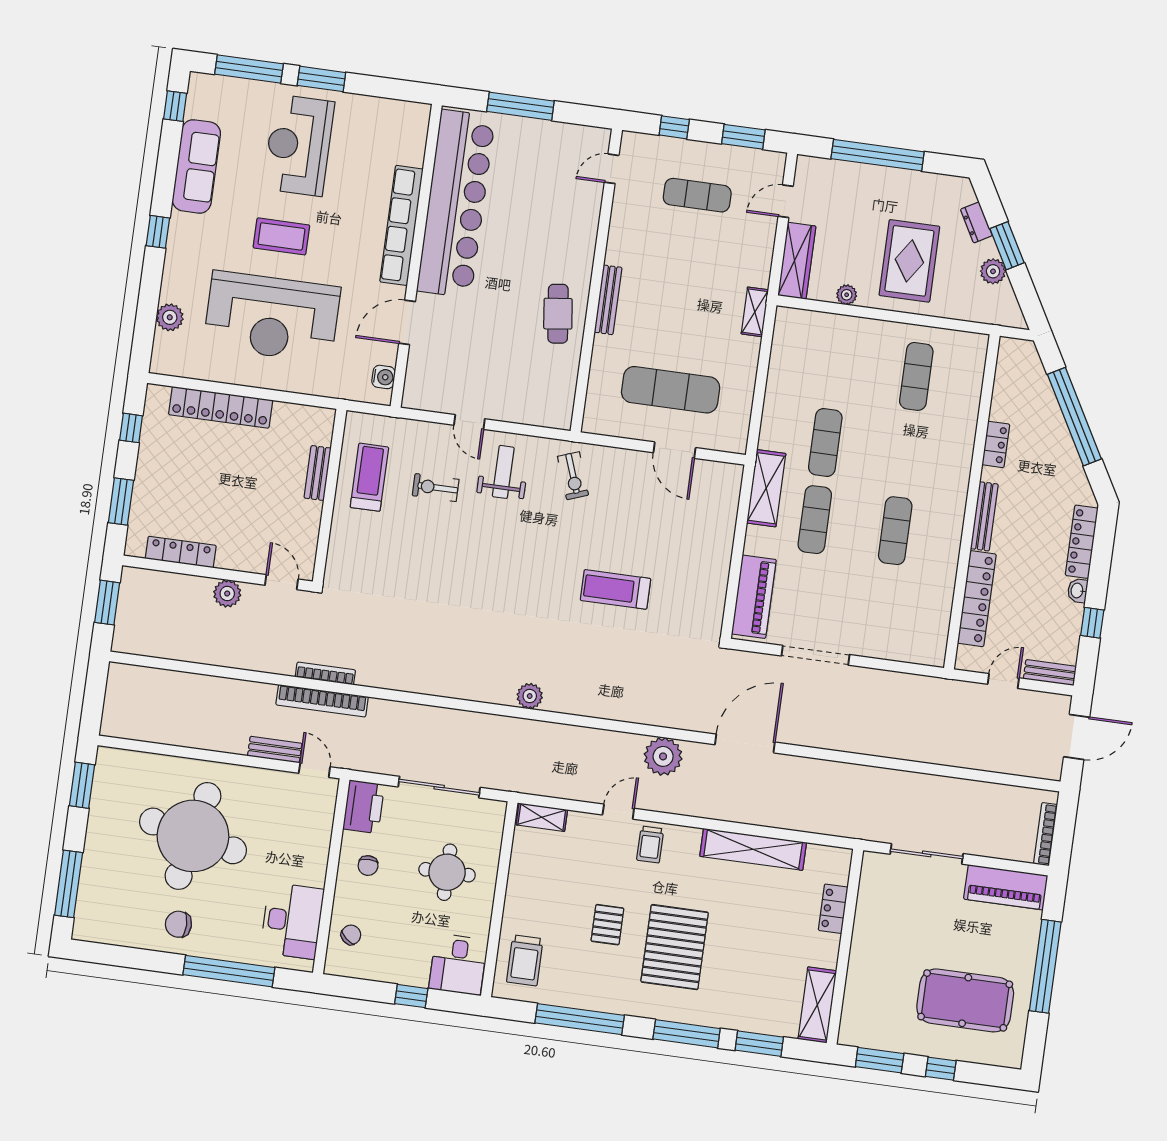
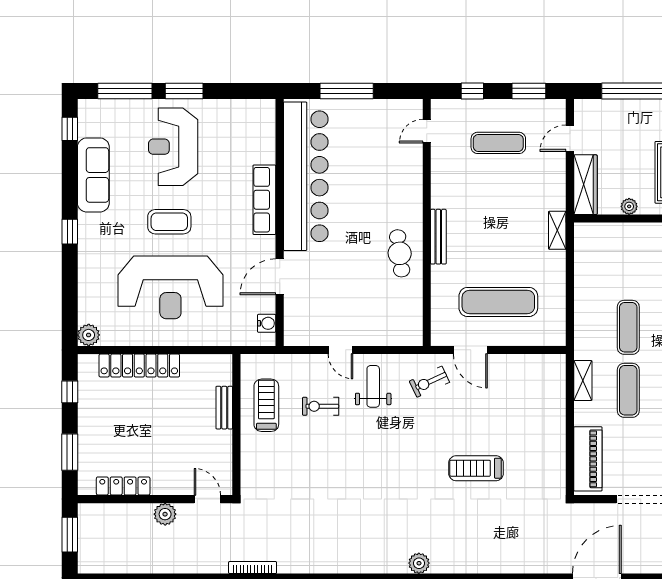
row of seats: (401, 225) -> (264, 200), width x0.73
plant: (170, 317) -> (89, 335), moved
door: (674, 450) -> (470, 350), moved
exercise bike: (573, 476) -> (429, 382), turned 85
shelving: (766, 488) -> (583, 380), width x0.67, depth x0.75

